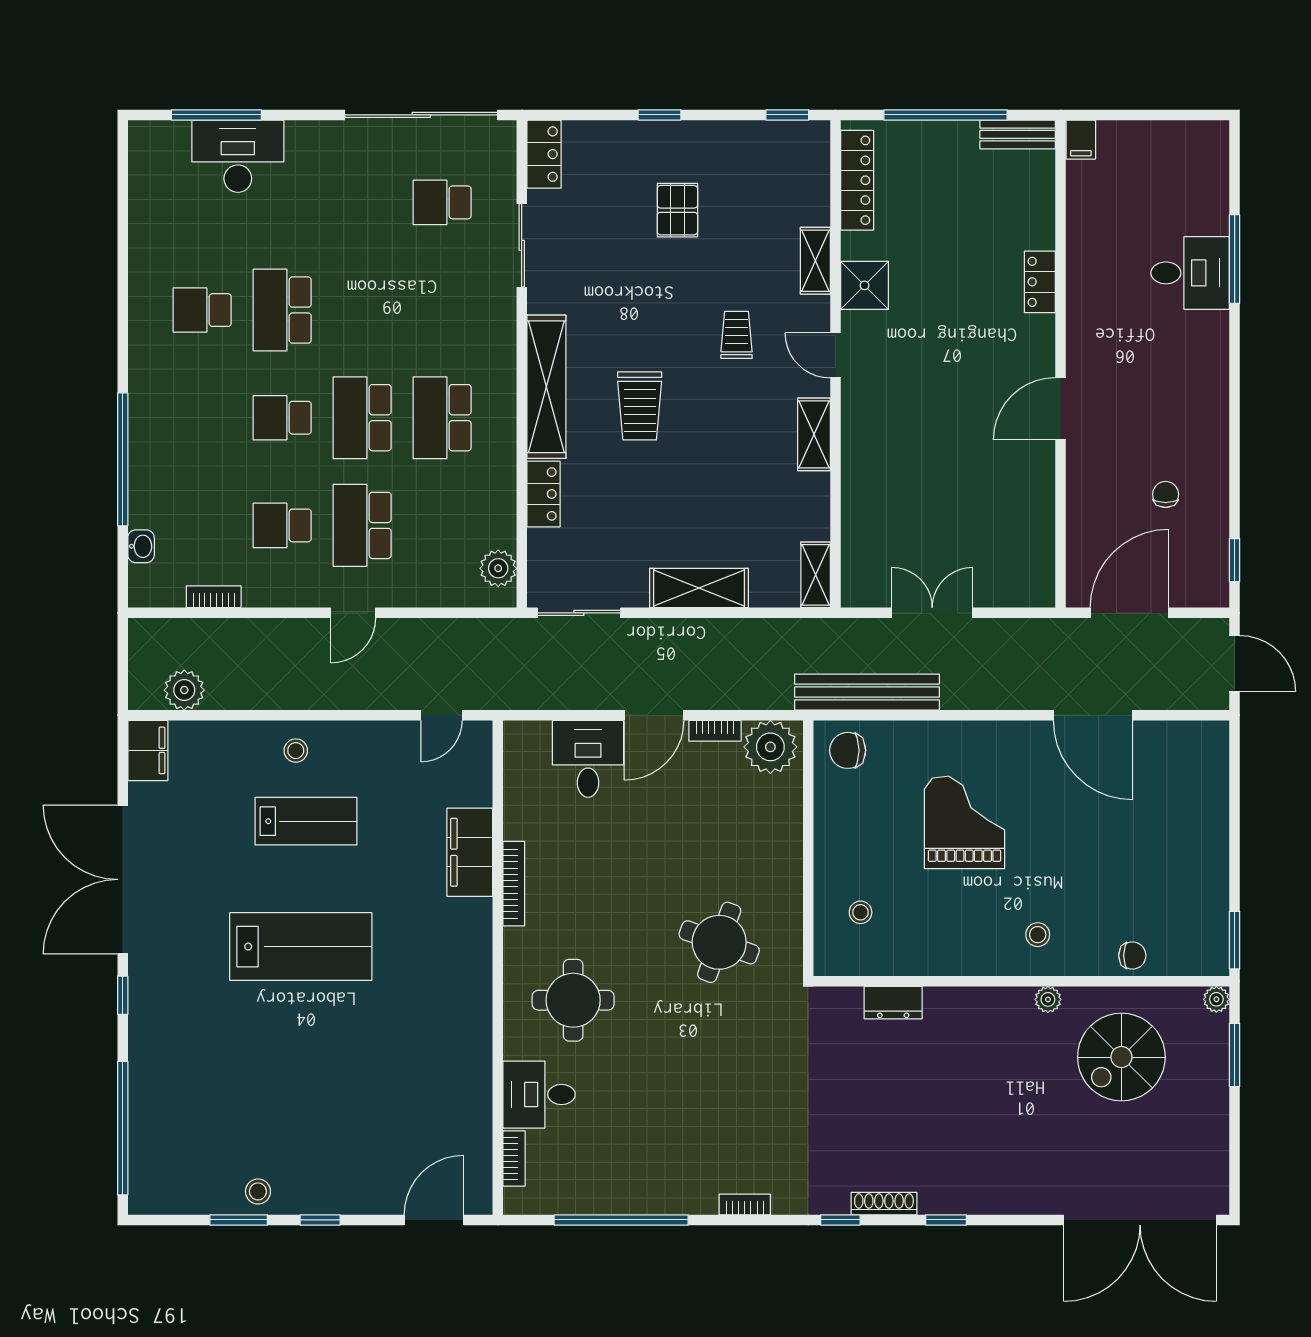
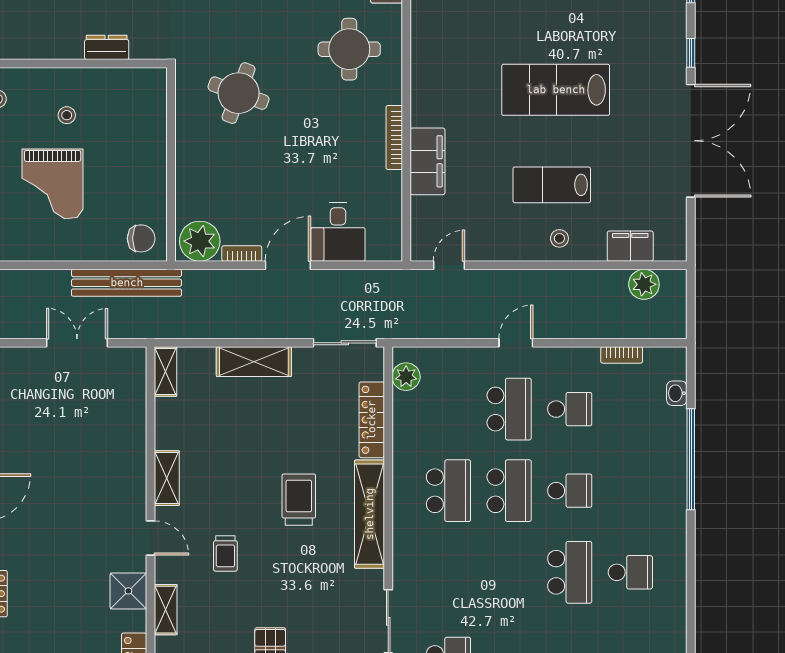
locker: (543, 494) -> (372, 420), width x1.53
double door: (932, 613) -> (77, 343), swing flipped
filing cabinet: (148, 750) -> (630, 246), moved, turned 90
stool: (860, 912) -> (67, 115), moved

